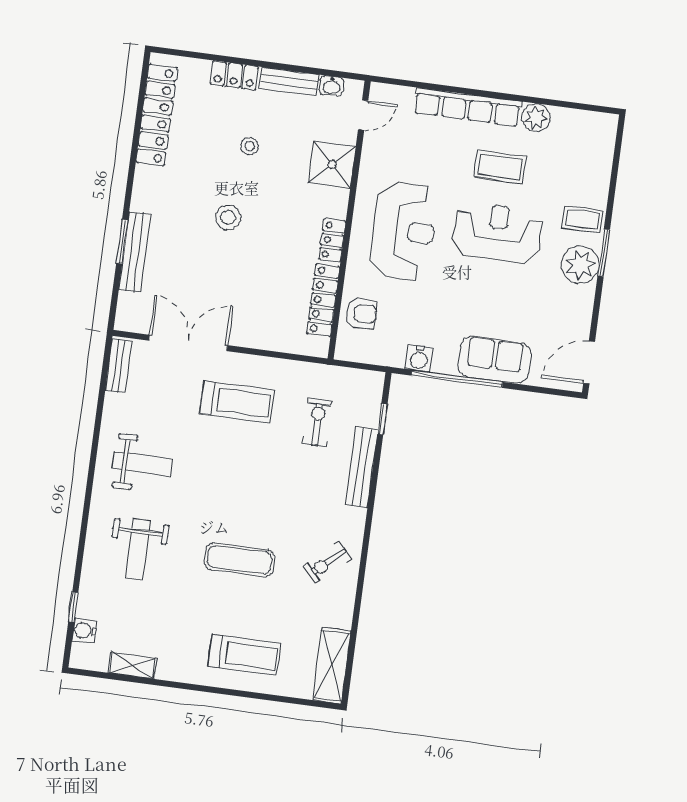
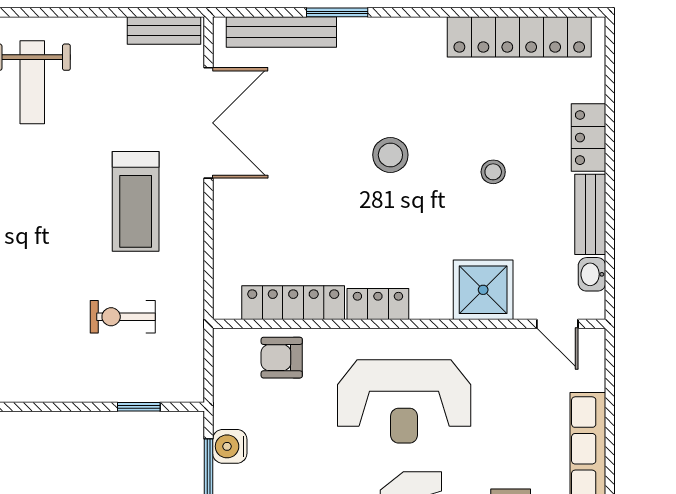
bench: (135, 252) -> (281, 32), moved
armchair: (361, 313) -> (282, 358), turned 90
exercise bike: (317, 422) -> (123, 317), turned 180
bench: (362, 467) -> (68, 387), removed

